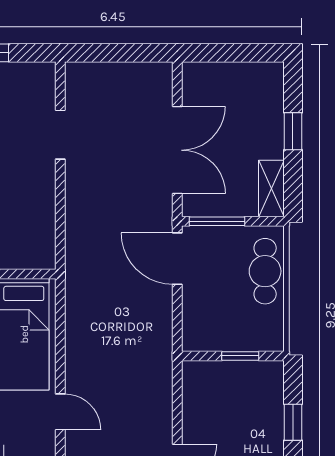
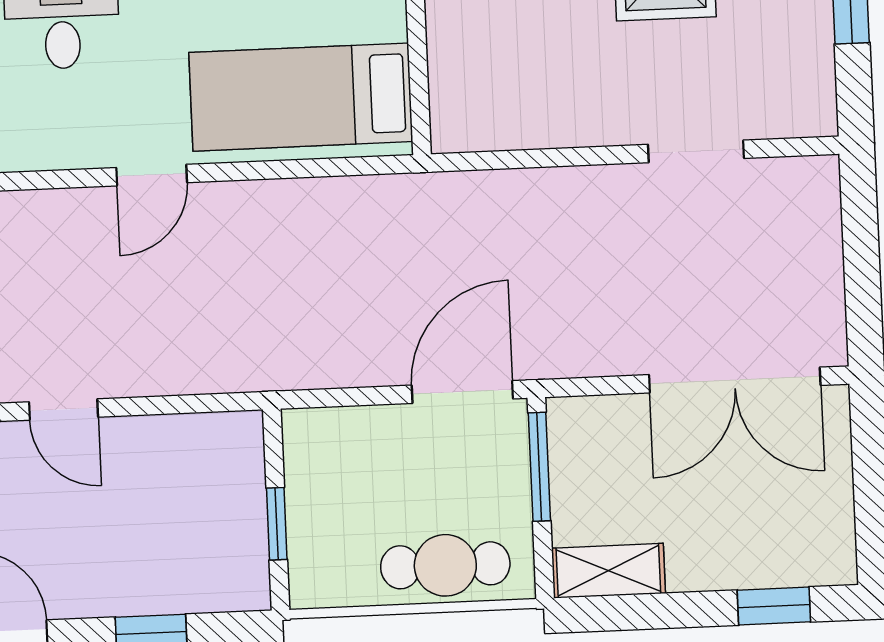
window: (293, 131) -> (774, 606), moved
double door: (177, 150) -> (735, 380), moved

